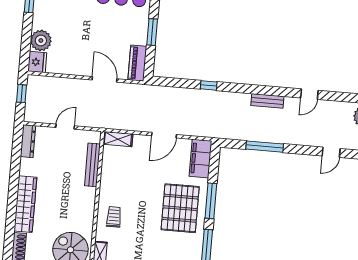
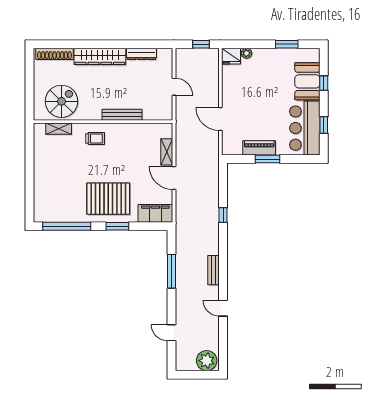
plant: (41, 40) -> (247, 53), width x0.53, depth x0.53
piano: (137, 63) -> (259, 148), moved
door: (104, 79) -> (220, 119), swing flipped
shelving: (118, 139) -> (167, 152), moved
dresser: (28, 141) -> (141, 54), moved
bench: (92, 165) -> (122, 115), moved
window: (211, 201) -> (117, 226), width x0.69

